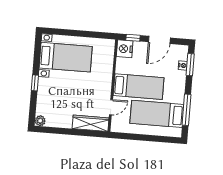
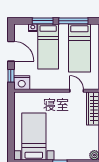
window: (190, 65) -> (43, 21), moved
bed: (139, 87) -> (48, 47), moved, turned 180

